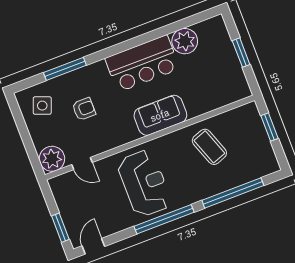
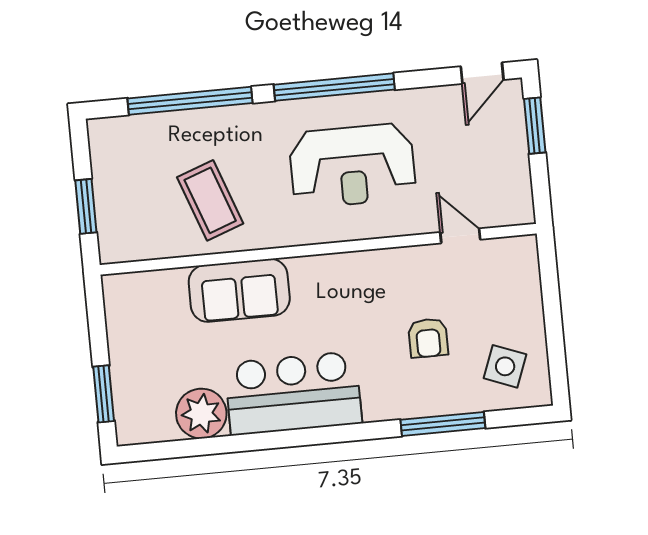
window: (241, 53) -> (104, 394), moved
armchair: (84, 109) -> (428, 338), turned -90
sofa: (160, 115) -> (239, 290), moved
plant: (52, 159) -> (515, 260), removed
reception desk: (144, 183) -> (352, 166), turned -90

